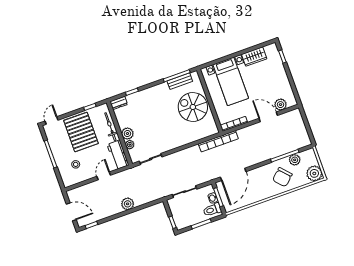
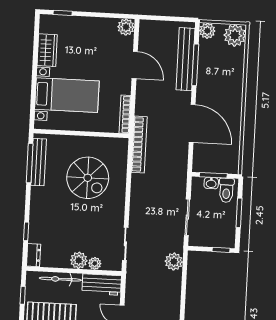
bench: (180, 81) -> (39, 162), width x1.36
plant: (281, 105) -> (126, 27), moved
spiral stairs: (193, 107) -> (88, 178), moved, turned -90
door: (268, 117) -> (135, 65), swing flipped
bench: (286, 148) -> (186, 59), added
plant: (295, 160) -> (207, 31), moved
door: (233, 174) -> (192, 123), moved
chair: (282, 177) -> (222, 80), removed
plant: (128, 204) -> (174, 262), moved

